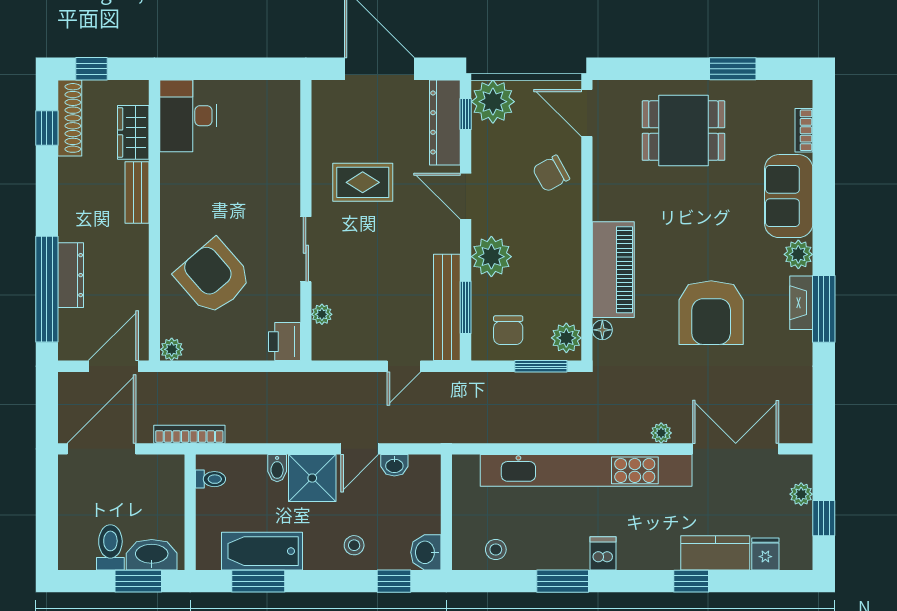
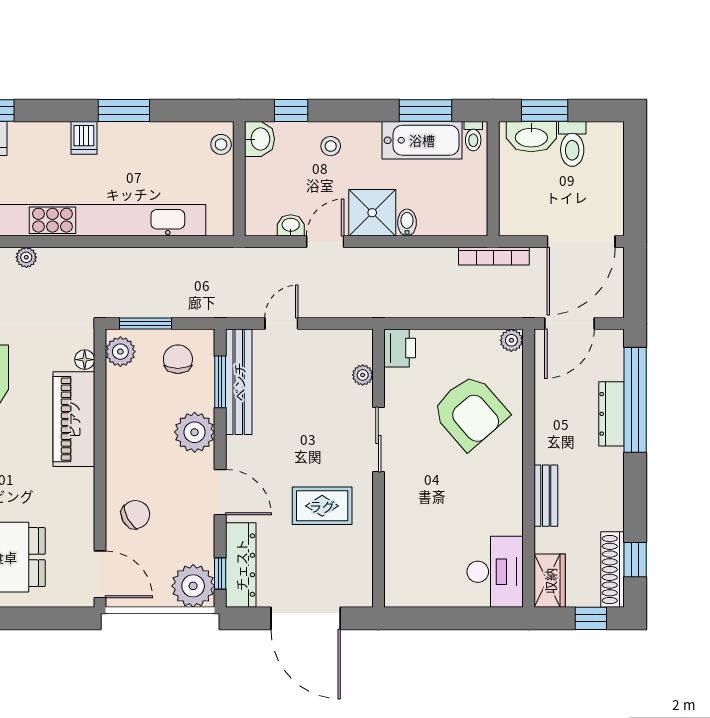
wardrobe: (133, 132) -> (550, 581), moved
toilet: (211, 479) -> (473, 136), moved, turned -90
stool: (496, 550) -> (221, 144), moved

